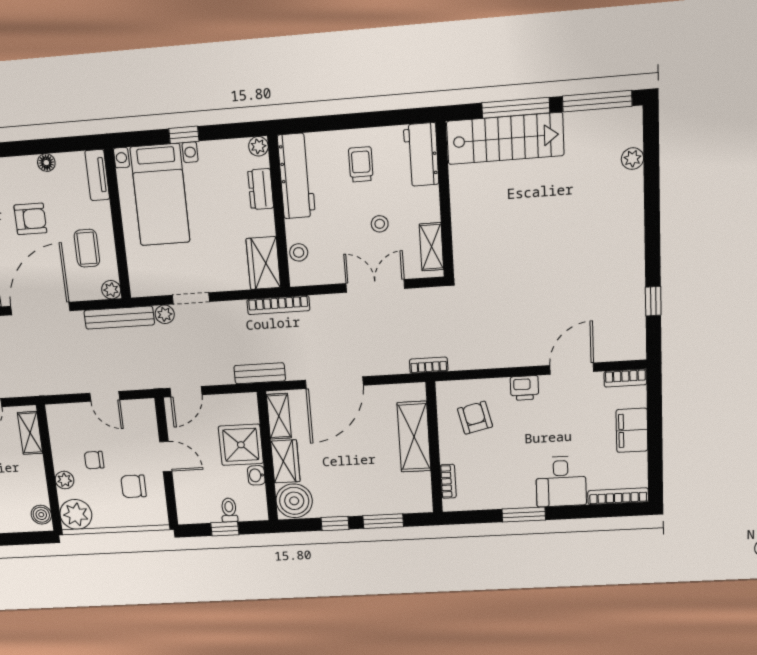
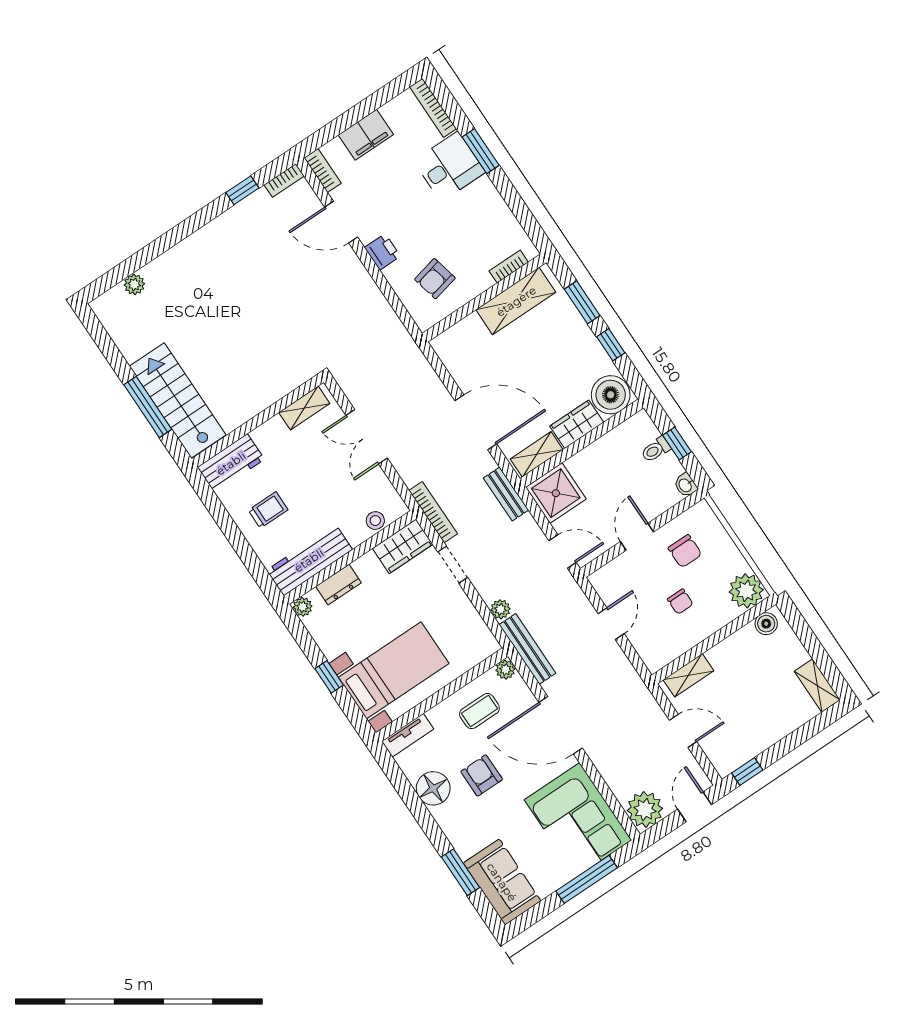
window: (597, 101) -> (105, 343), removed
floor lamp: (46, 163) -> (433, 788), width x1.89, depth x1.89
trolley: (361, 164) -> (268, 510), turned 180
stool: (380, 224) -> (310, 464), removed
doorway: (191, 298) -> (453, 565), moved
bookcase: (429, 365) -> (284, 180), moved, turned -90
shelving: (414, 437) -> (516, 301), moved
shower: (241, 445) -> (556, 493), moved
washbasin: (256, 475) -> (686, 485), moved, turned 90
plant: (65, 480) -> (717, 619), removed
window: (524, 514) -> (481, 151), moved

